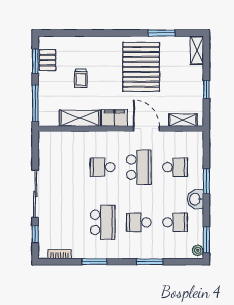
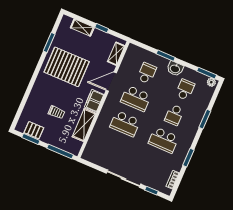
shelving: (197, 50) -> (82, 28), moved
school desk: (103, 167) -> (125, 124), width x1.85
school desk: (139, 167) -> (136, 98), turned 180
school desk: (103, 222) -> (163, 140), turned 180

